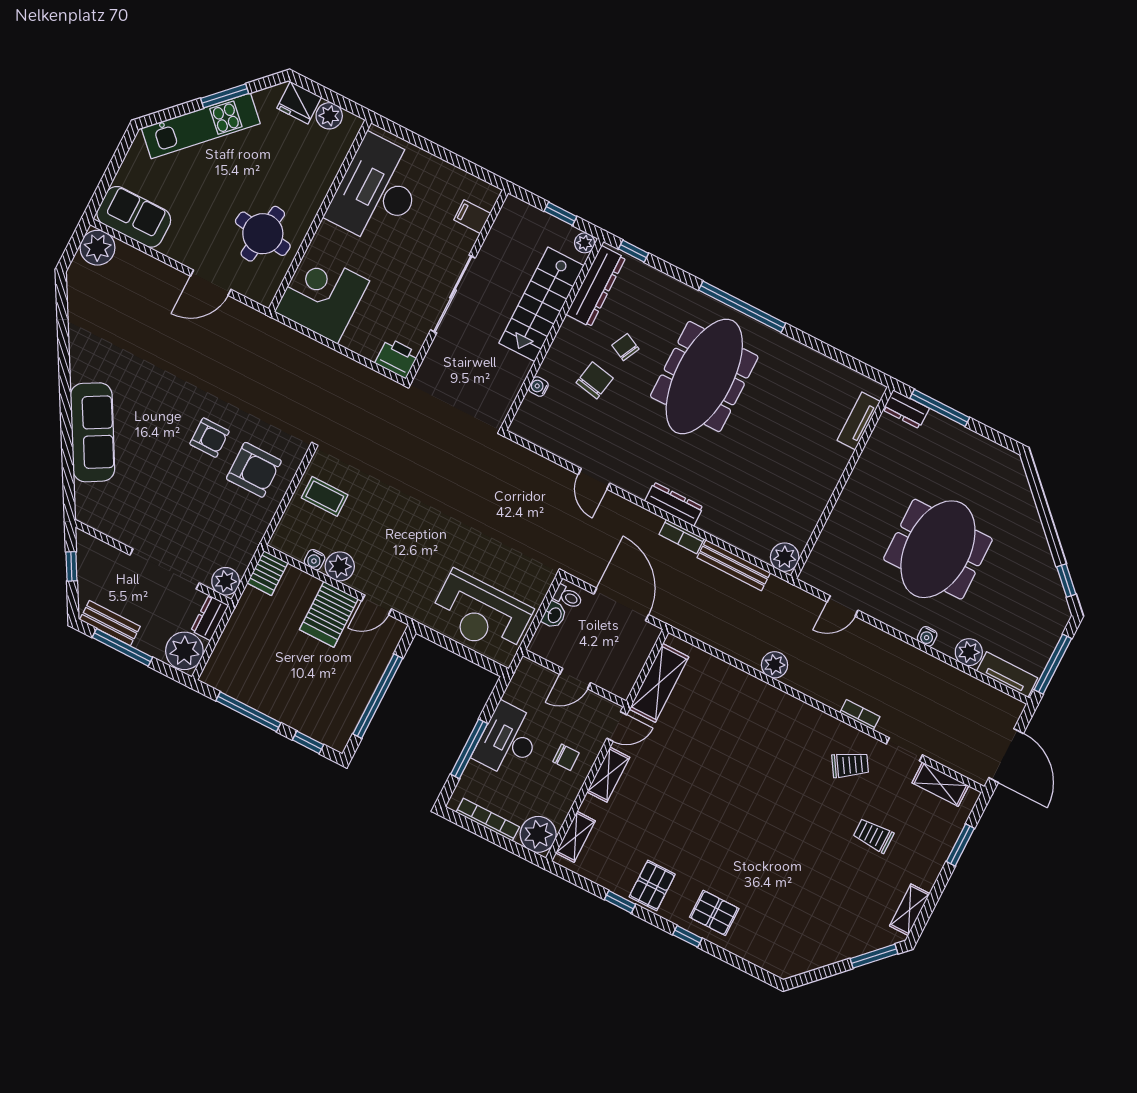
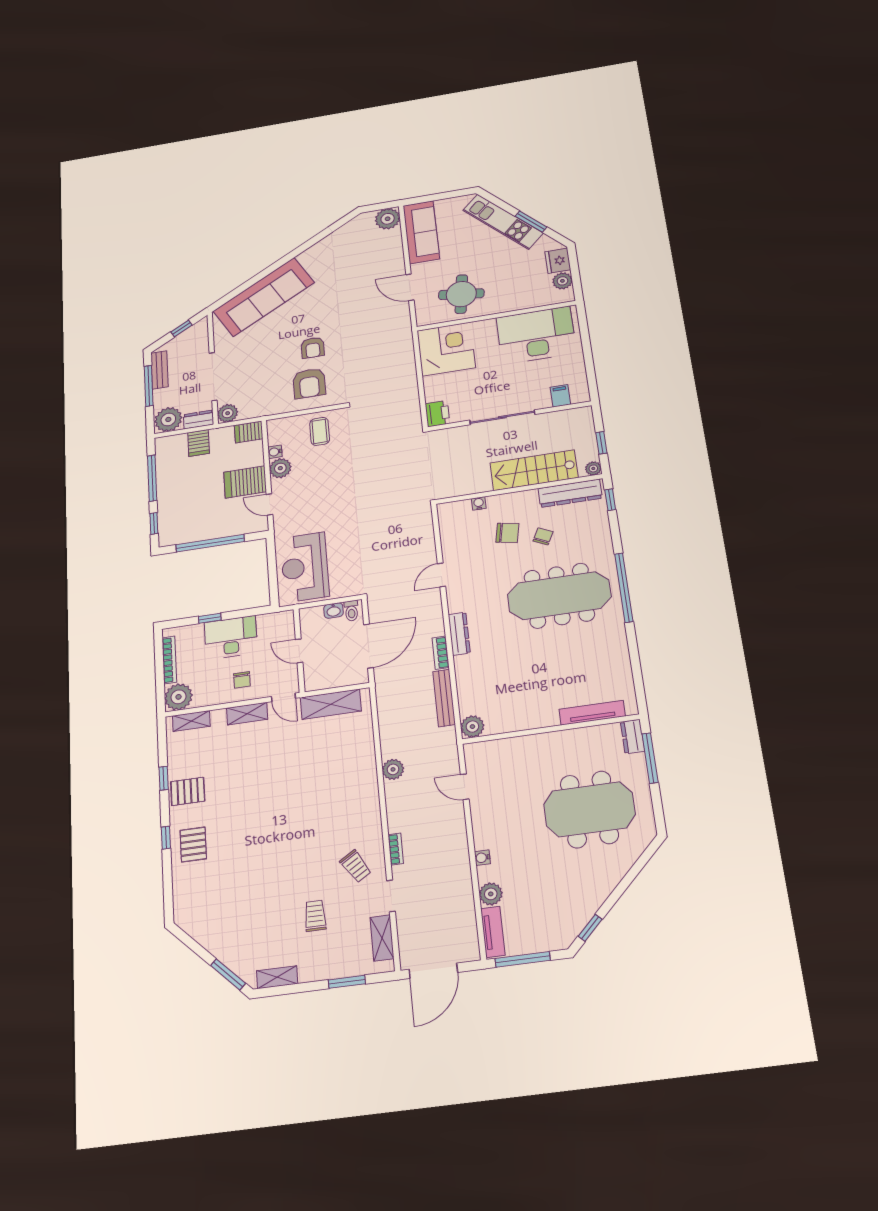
sofa: (134, 217) -> (421, 232), width x1.36
tv unit: (859, 421) -> (592, 713), width x1.41
sofa: (92, 432) -> (264, 297), width x1.36, depth x1.27
meeting table: (938, 549) -> (589, 809), moved
server rack: (241, 635) -> (199, 443), added
window: (469, 749) -> (210, 618), width x0.46

